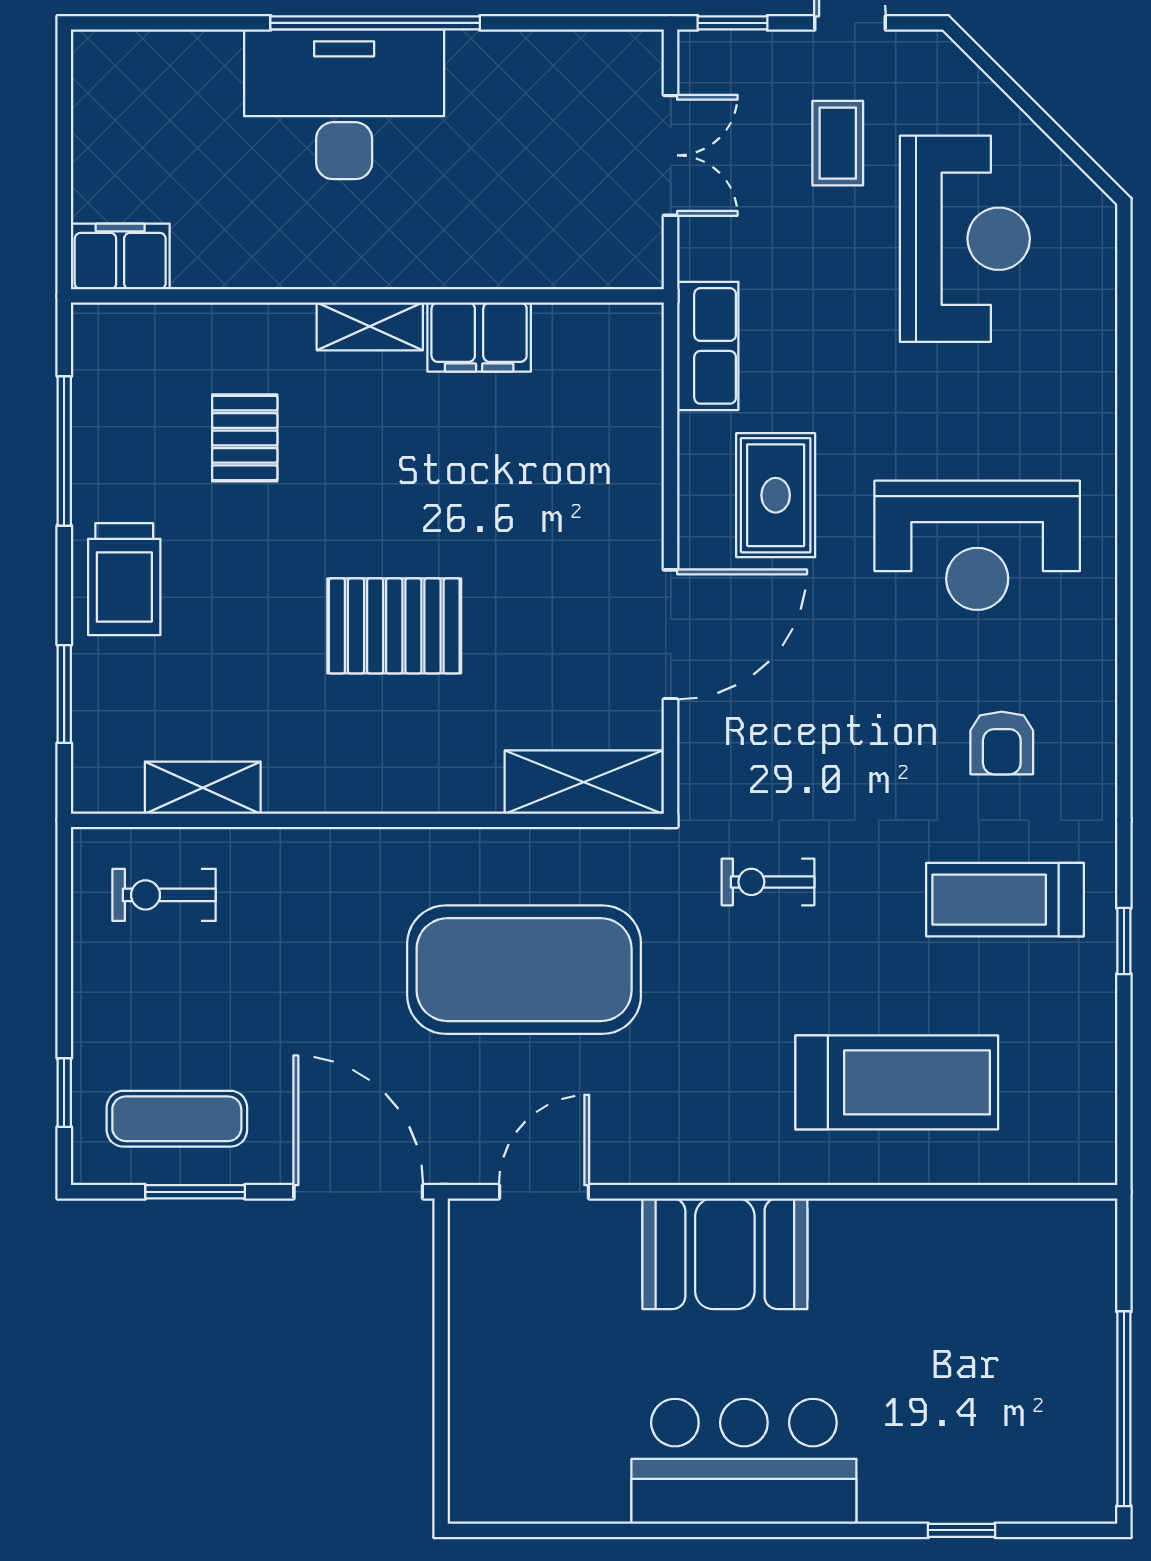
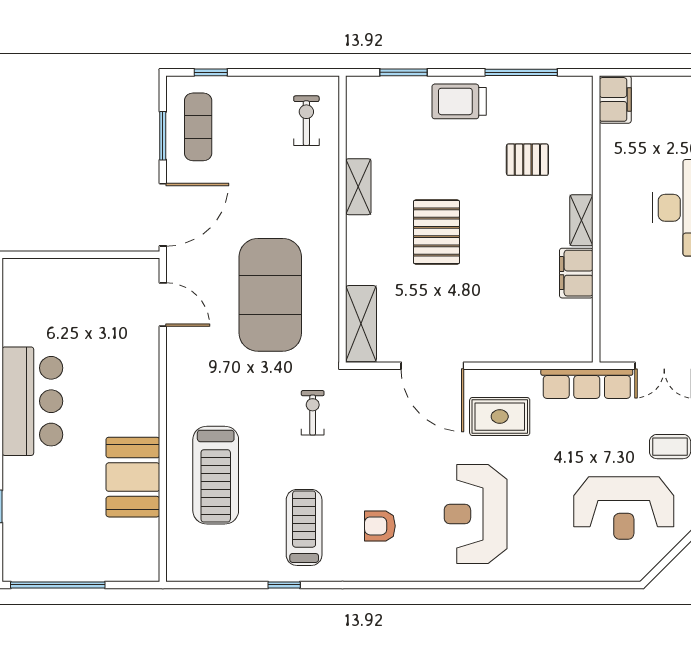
row of seats: (708, 346) -> (587, 384), width x1.48
shelving: (203, 788) -> (358, 187), moved
booth: (725, 1254) -> (133, 477), moved

